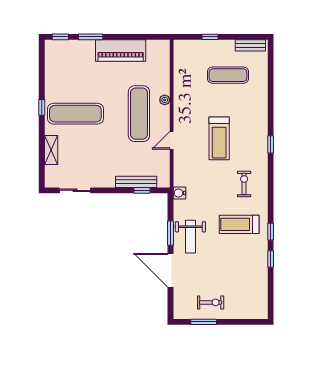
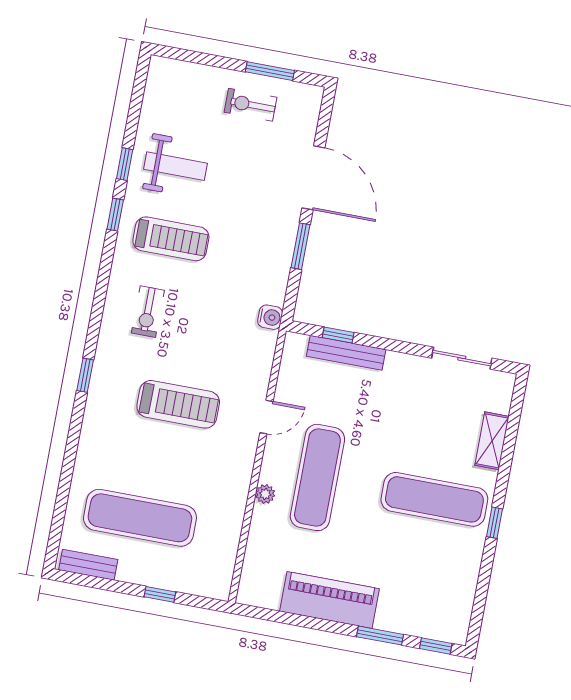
exercise mat: (228, 75) -> (140, 518), width x1.36, depth x1.45
treadmill: (219, 138) -> (178, 404), turned 90
weight bench: (190, 237) -> (176, 166), moved, turned 90

